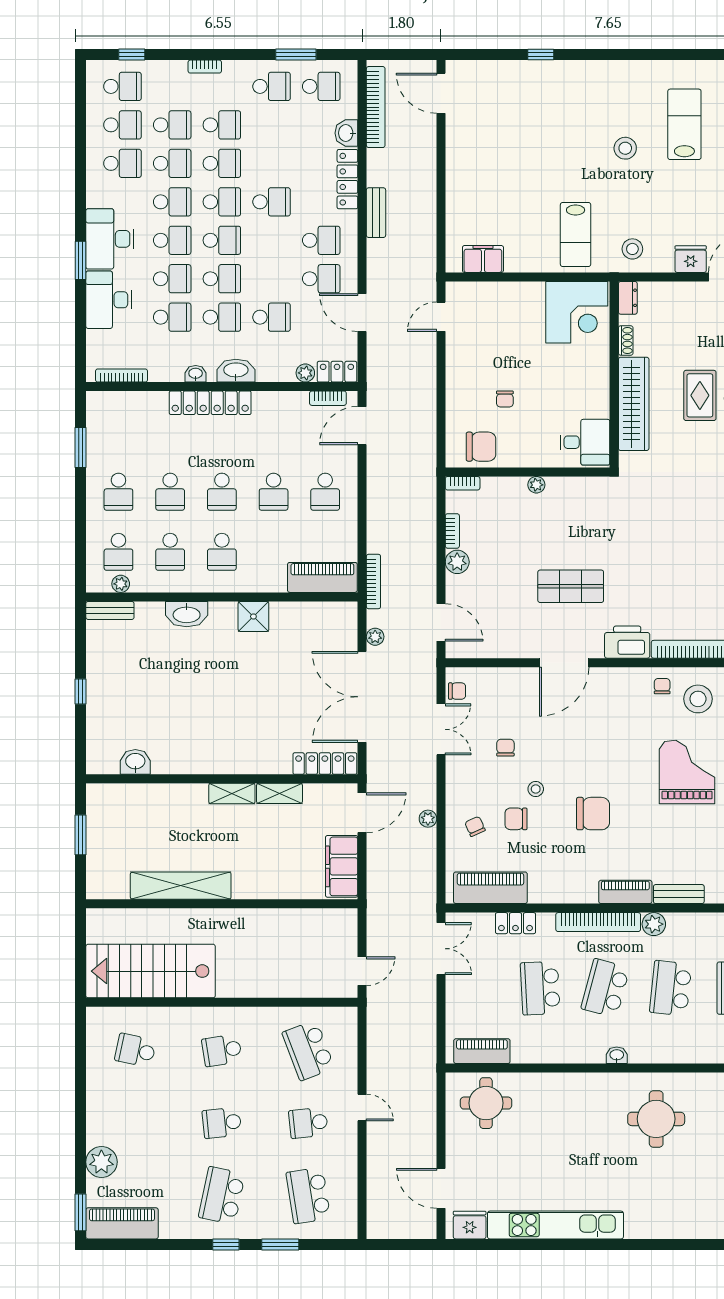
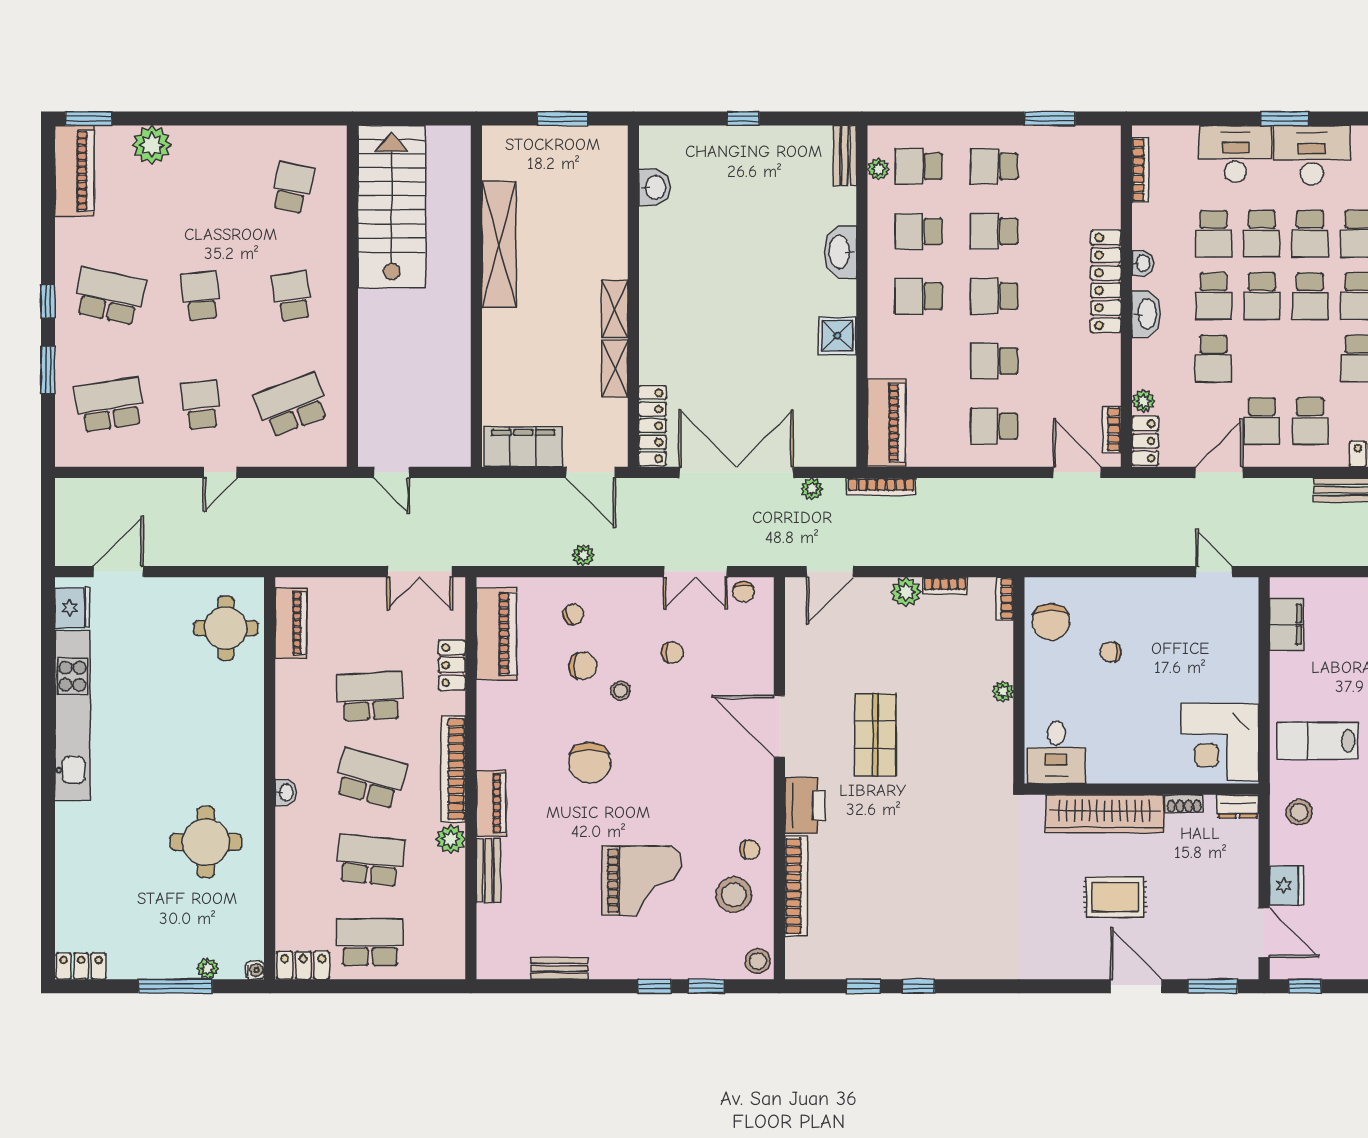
chair: (516, 819) -> (583, 666), turned 90

